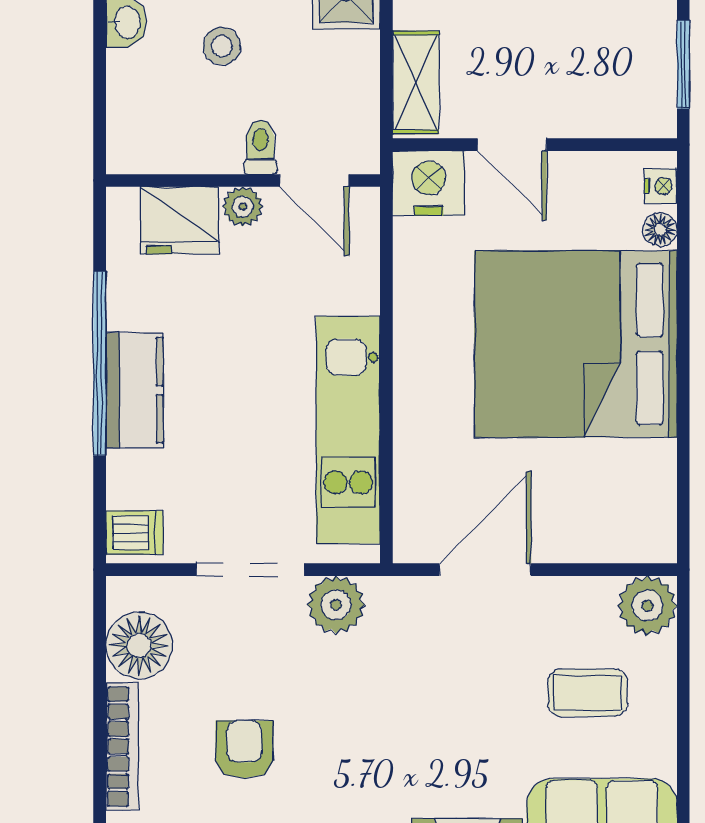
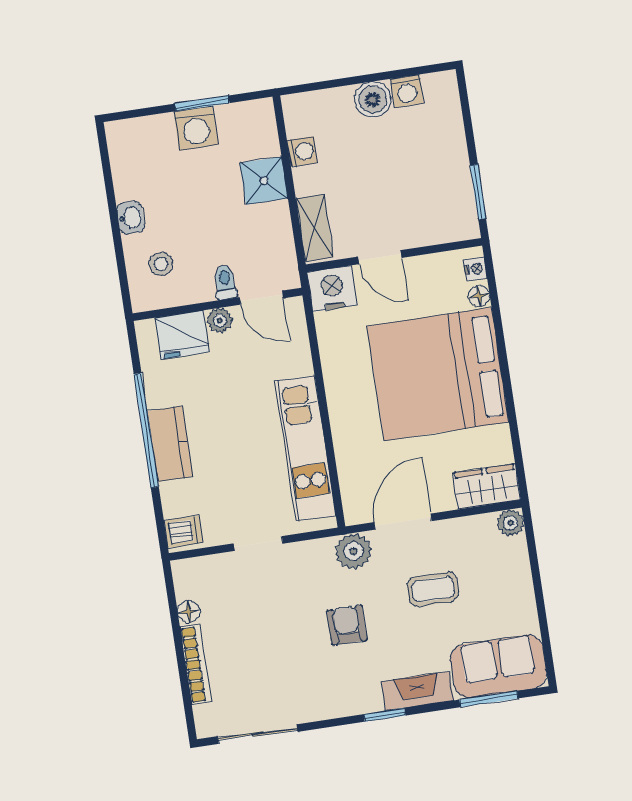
stool: (222, 46) -> (161, 264), moved
wardrobe: (626, 534) -> (487, 486), added
doorway: (250, 570) -> (258, 543), width x0.73
plant: (336, 605) -> (353, 551), moved
plant: (647, 606) -> (511, 523), width x0.73, depth x0.73
floor lamp: (139, 645) -> (189, 612), width x0.53, depth x0.53
coffee table: (588, 693) -> (433, 589), moved
armchair: (244, 749) -> (347, 625), moved

